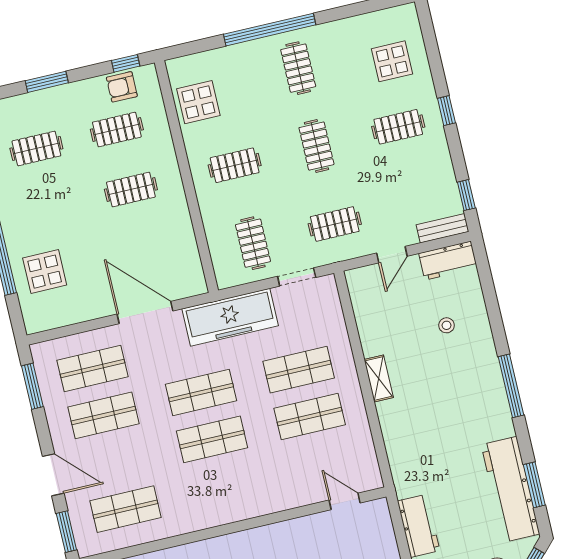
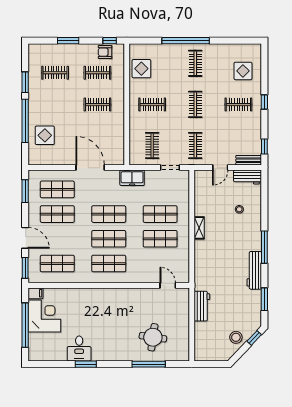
clothes rail: (335, 224) -> (195, 146), turned 90
freezer: (230, 317) -> (132, 178), width x0.52, depth x0.79
shop shelf: (223, 486) -> (109, 264), added
workbench: (510, 489) -> (254, 270), moved, width x0.73, depth x0.76

